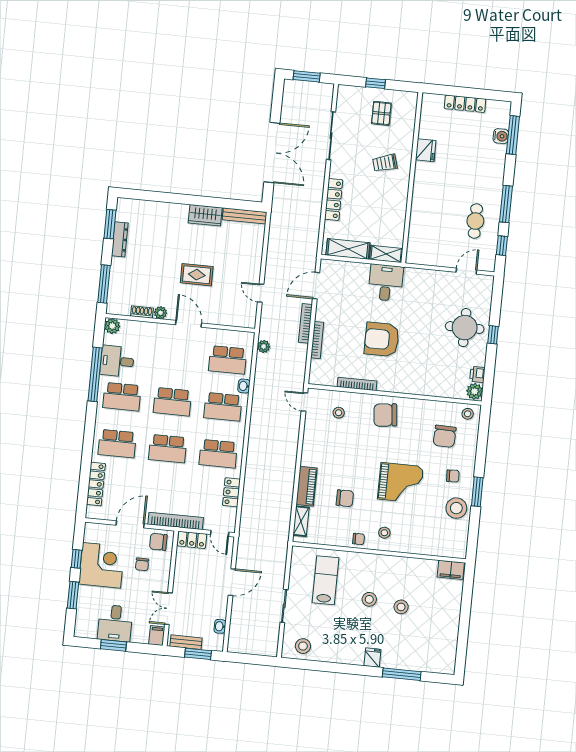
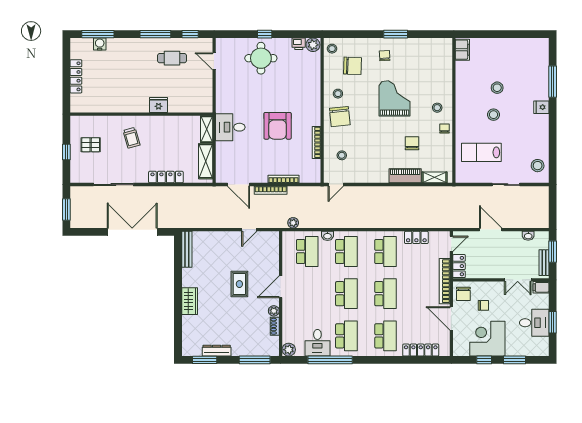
fridge: (426, 150) -> (159, 105), moved
wardrobe: (205, 215) -> (190, 301), moved
stool: (456, 508) -> (338, 94), moved, width x0.53, depth x0.53

